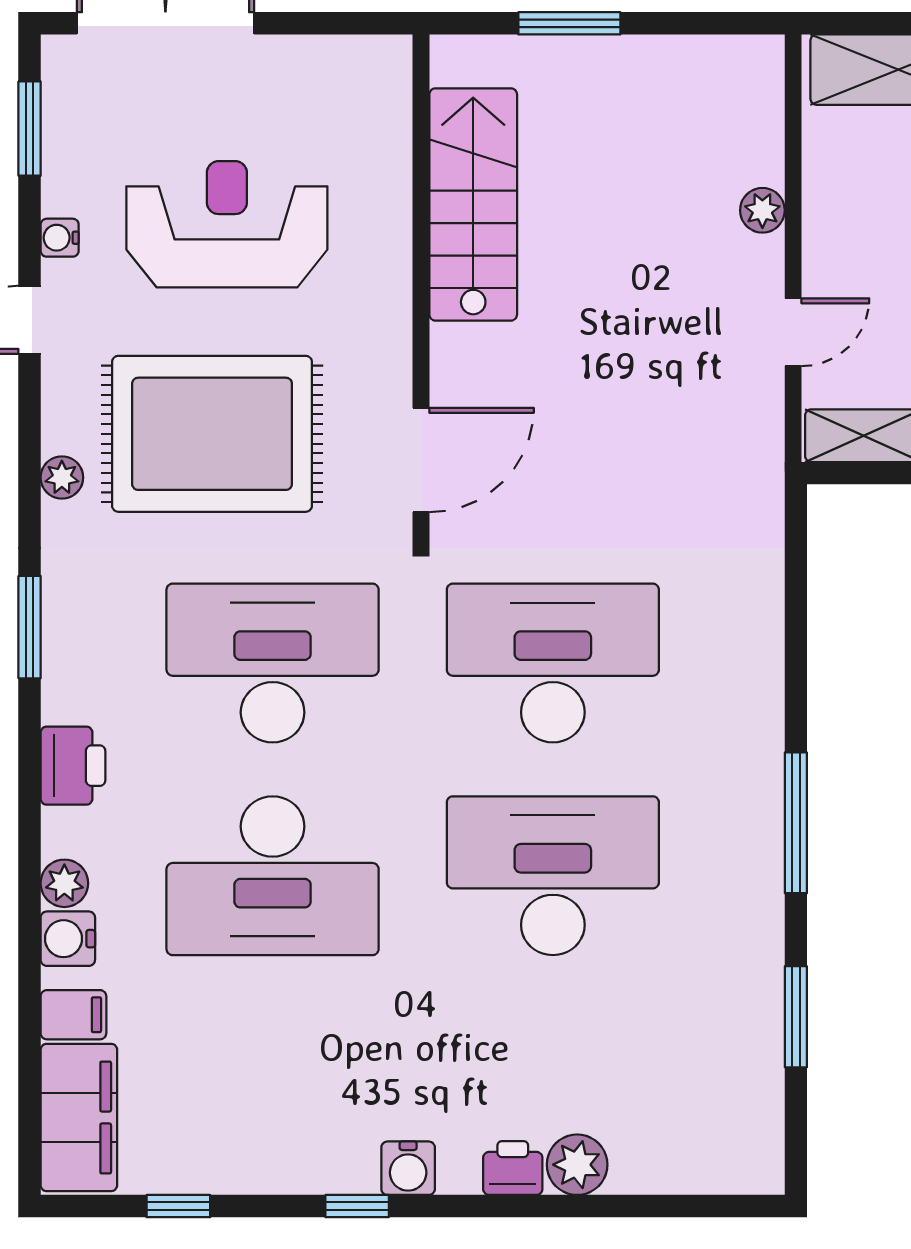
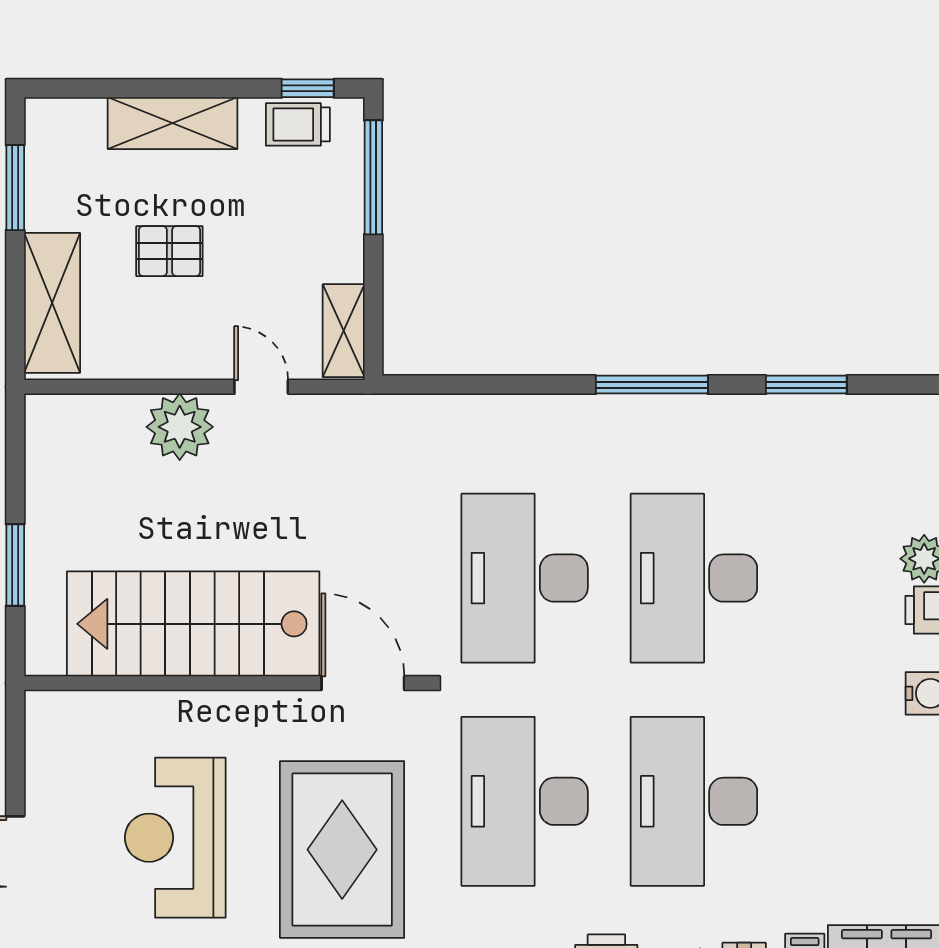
stairs: (473, 204) -> (193, 624), width x1.36, depth x1.51
plant: (762, 210) -> (180, 427), width x1.88, depth x1.88
desk: (273, 876) -> (694, 801), turned 180

